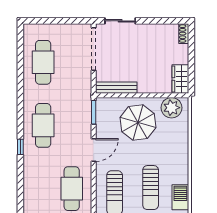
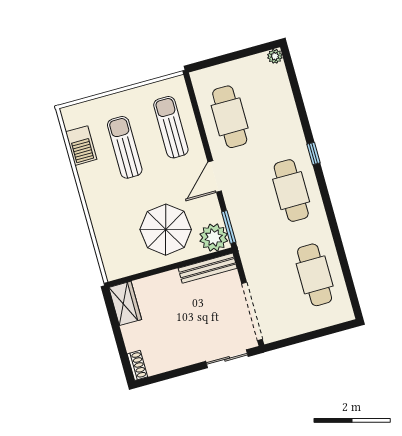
plant: (172, 108) -> (214, 238), moved

